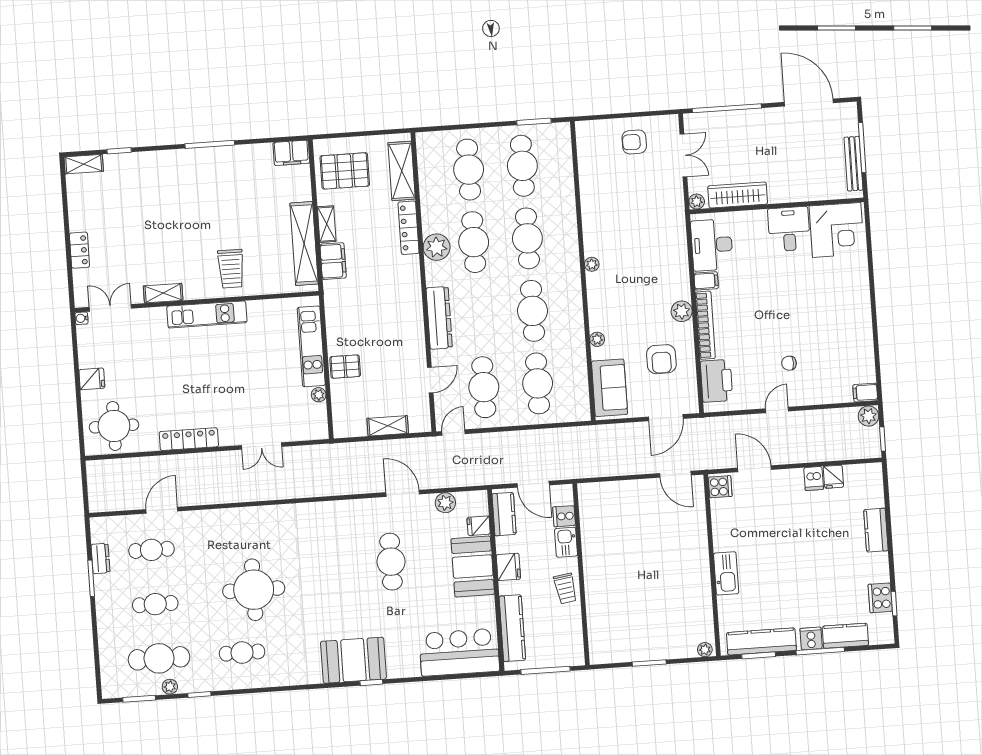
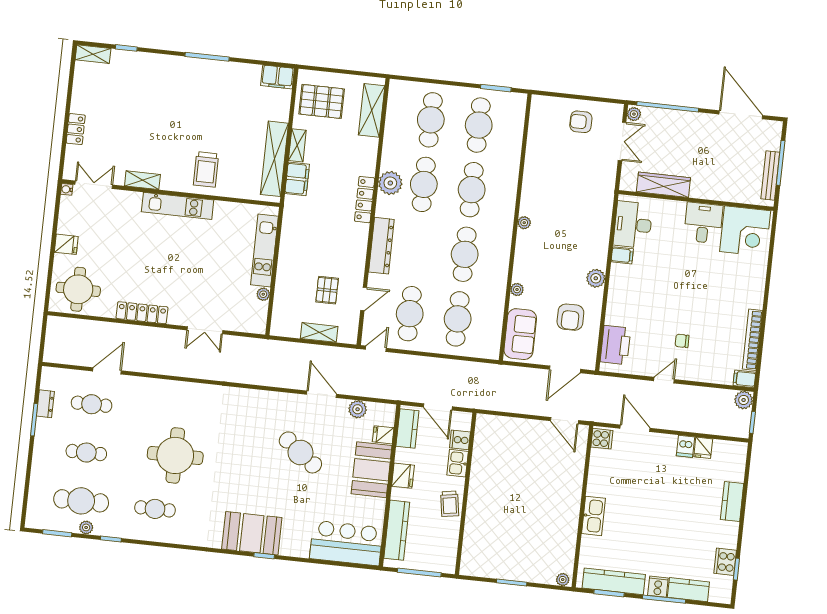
plant: (697, 201) -> (634, 114), moved
locker: (408, 228) -> (365, 200), moved
bookcase: (705, 325) -> (752, 340), moved, turned 180
pallet: (345, 367) -> (327, 290), moved, turned 90
cafe table: (391, 562) -> (300, 452), turned -52

